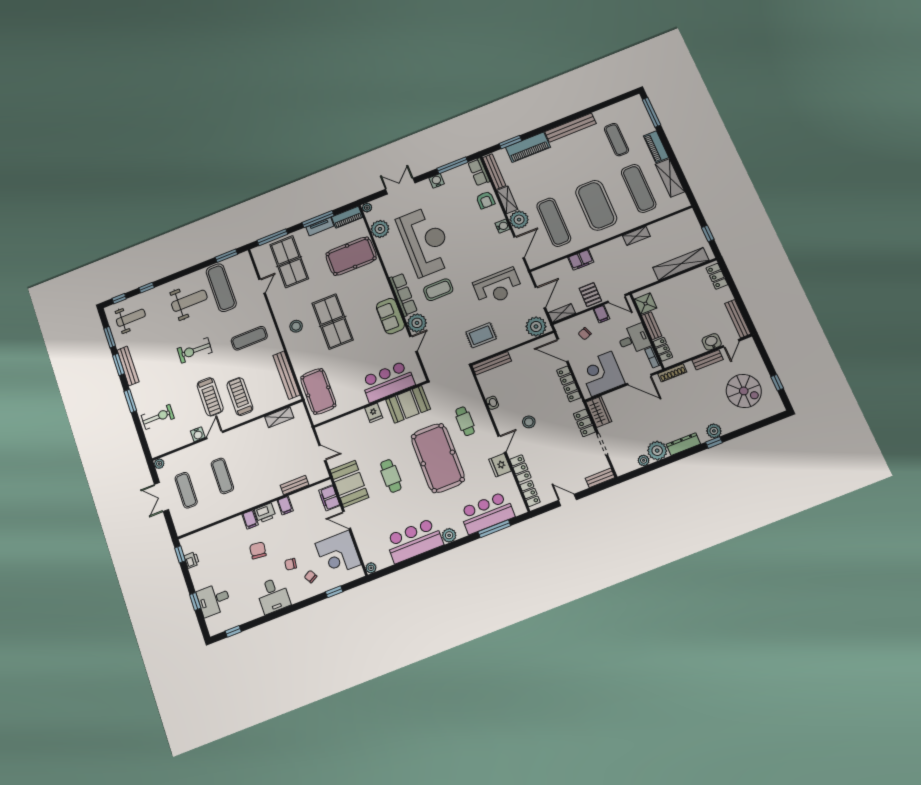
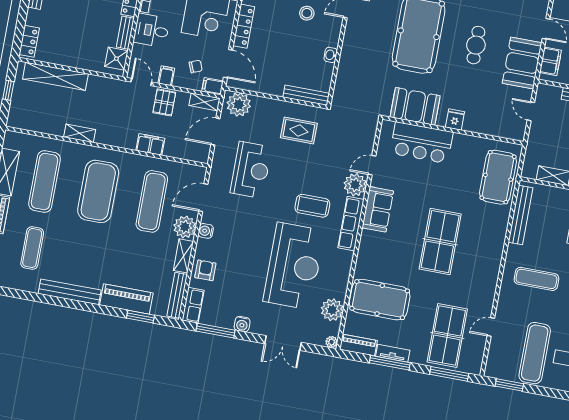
reception desk: (425, 241) -> (294, 266), turned 180
reception desk: (498, 287) -> (251, 170), turned 90
stool: (296, 326) -> (481, 261), removed
filing cabinet: (563, 327) -> (213, 86), added
cafe table: (465, 421) -> (369, 53), removed

